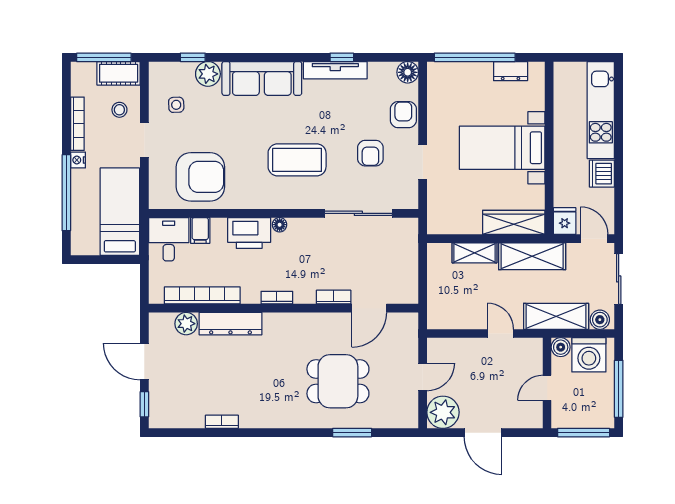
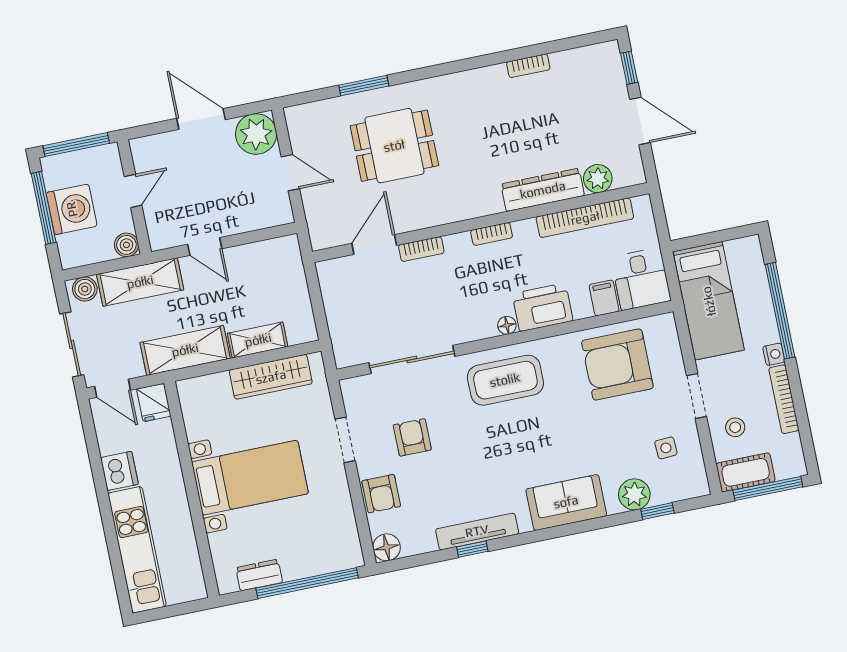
sofa: (262, 78) -> (566, 502), width x0.73
coffee table: (297, 160) -> (505, 380), moved
wardrobe: (514, 222) -> (271, 377), moved
washing machine: (589, 355) -> (72, 209), moved, turned 90
door: (423, 377) -> (290, 173), swing flipped

